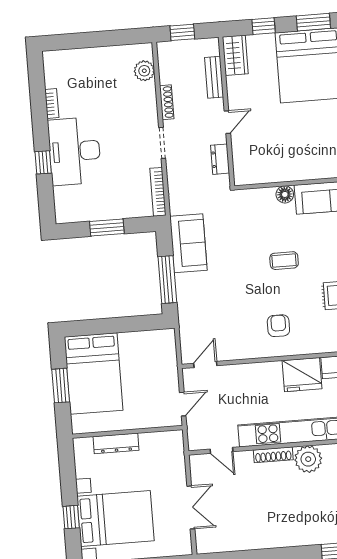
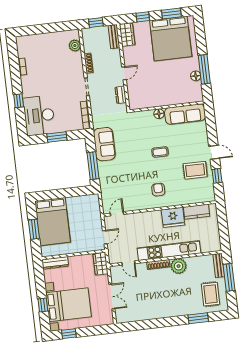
bench: (214, 77) -> (114, 37), moved
desk: (75, 151) -> (39, 116), moved
dresser: (116, 443) -> (55, 263), moved
wardrobe: (173, 450) -> (100, 264), added

